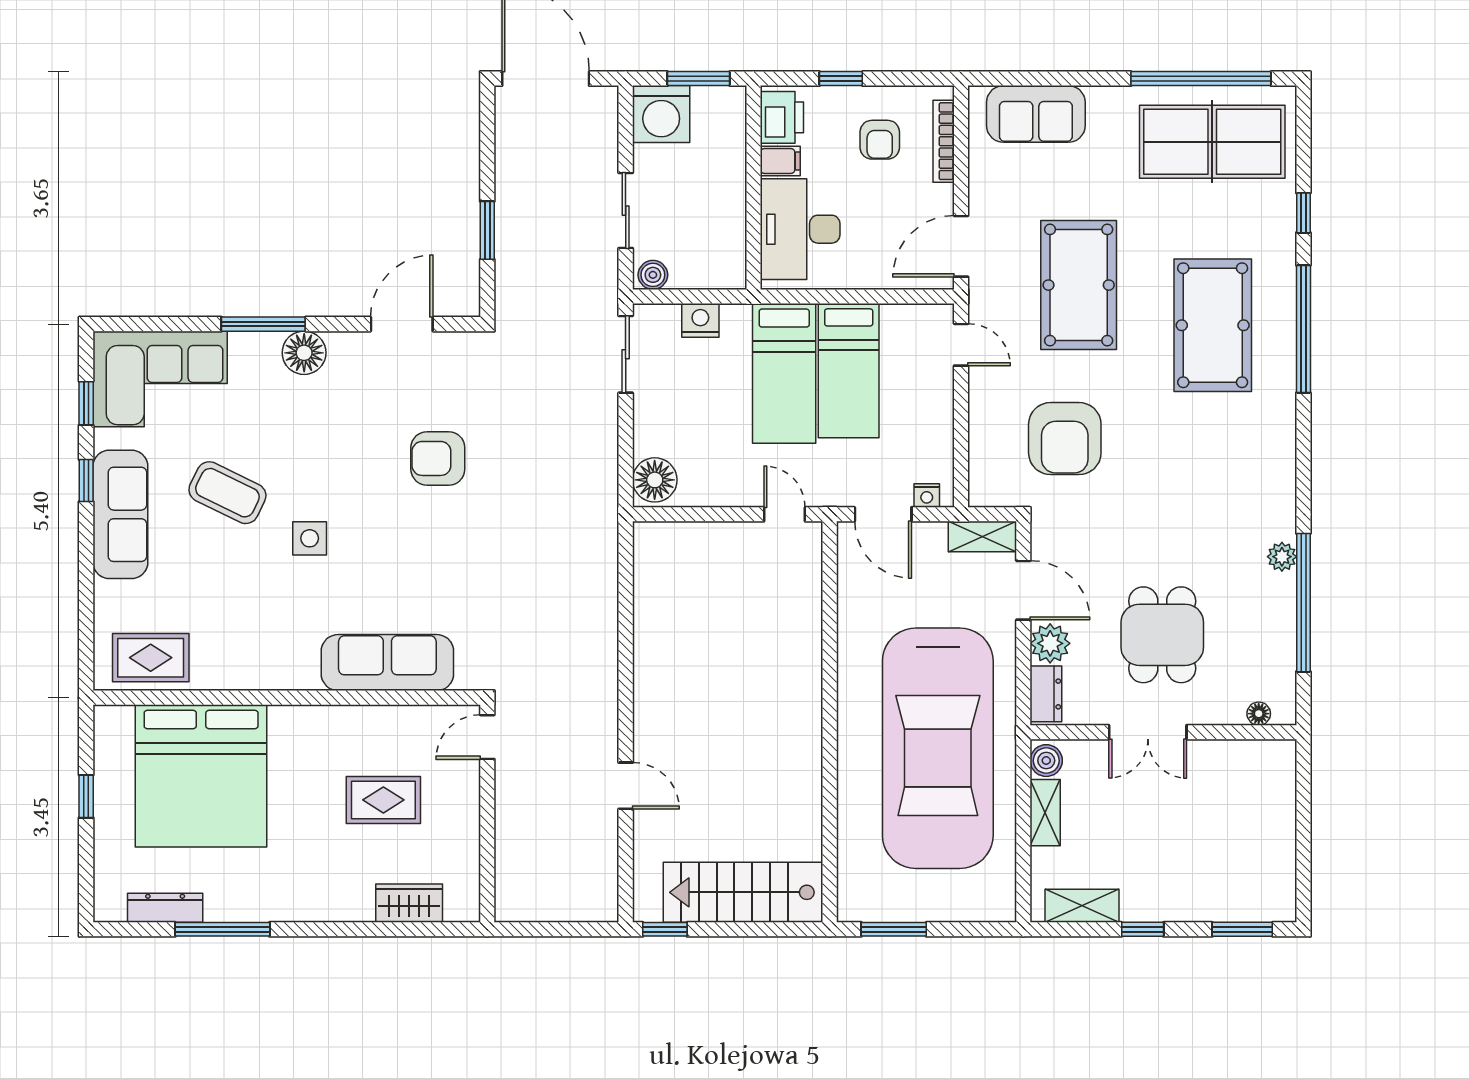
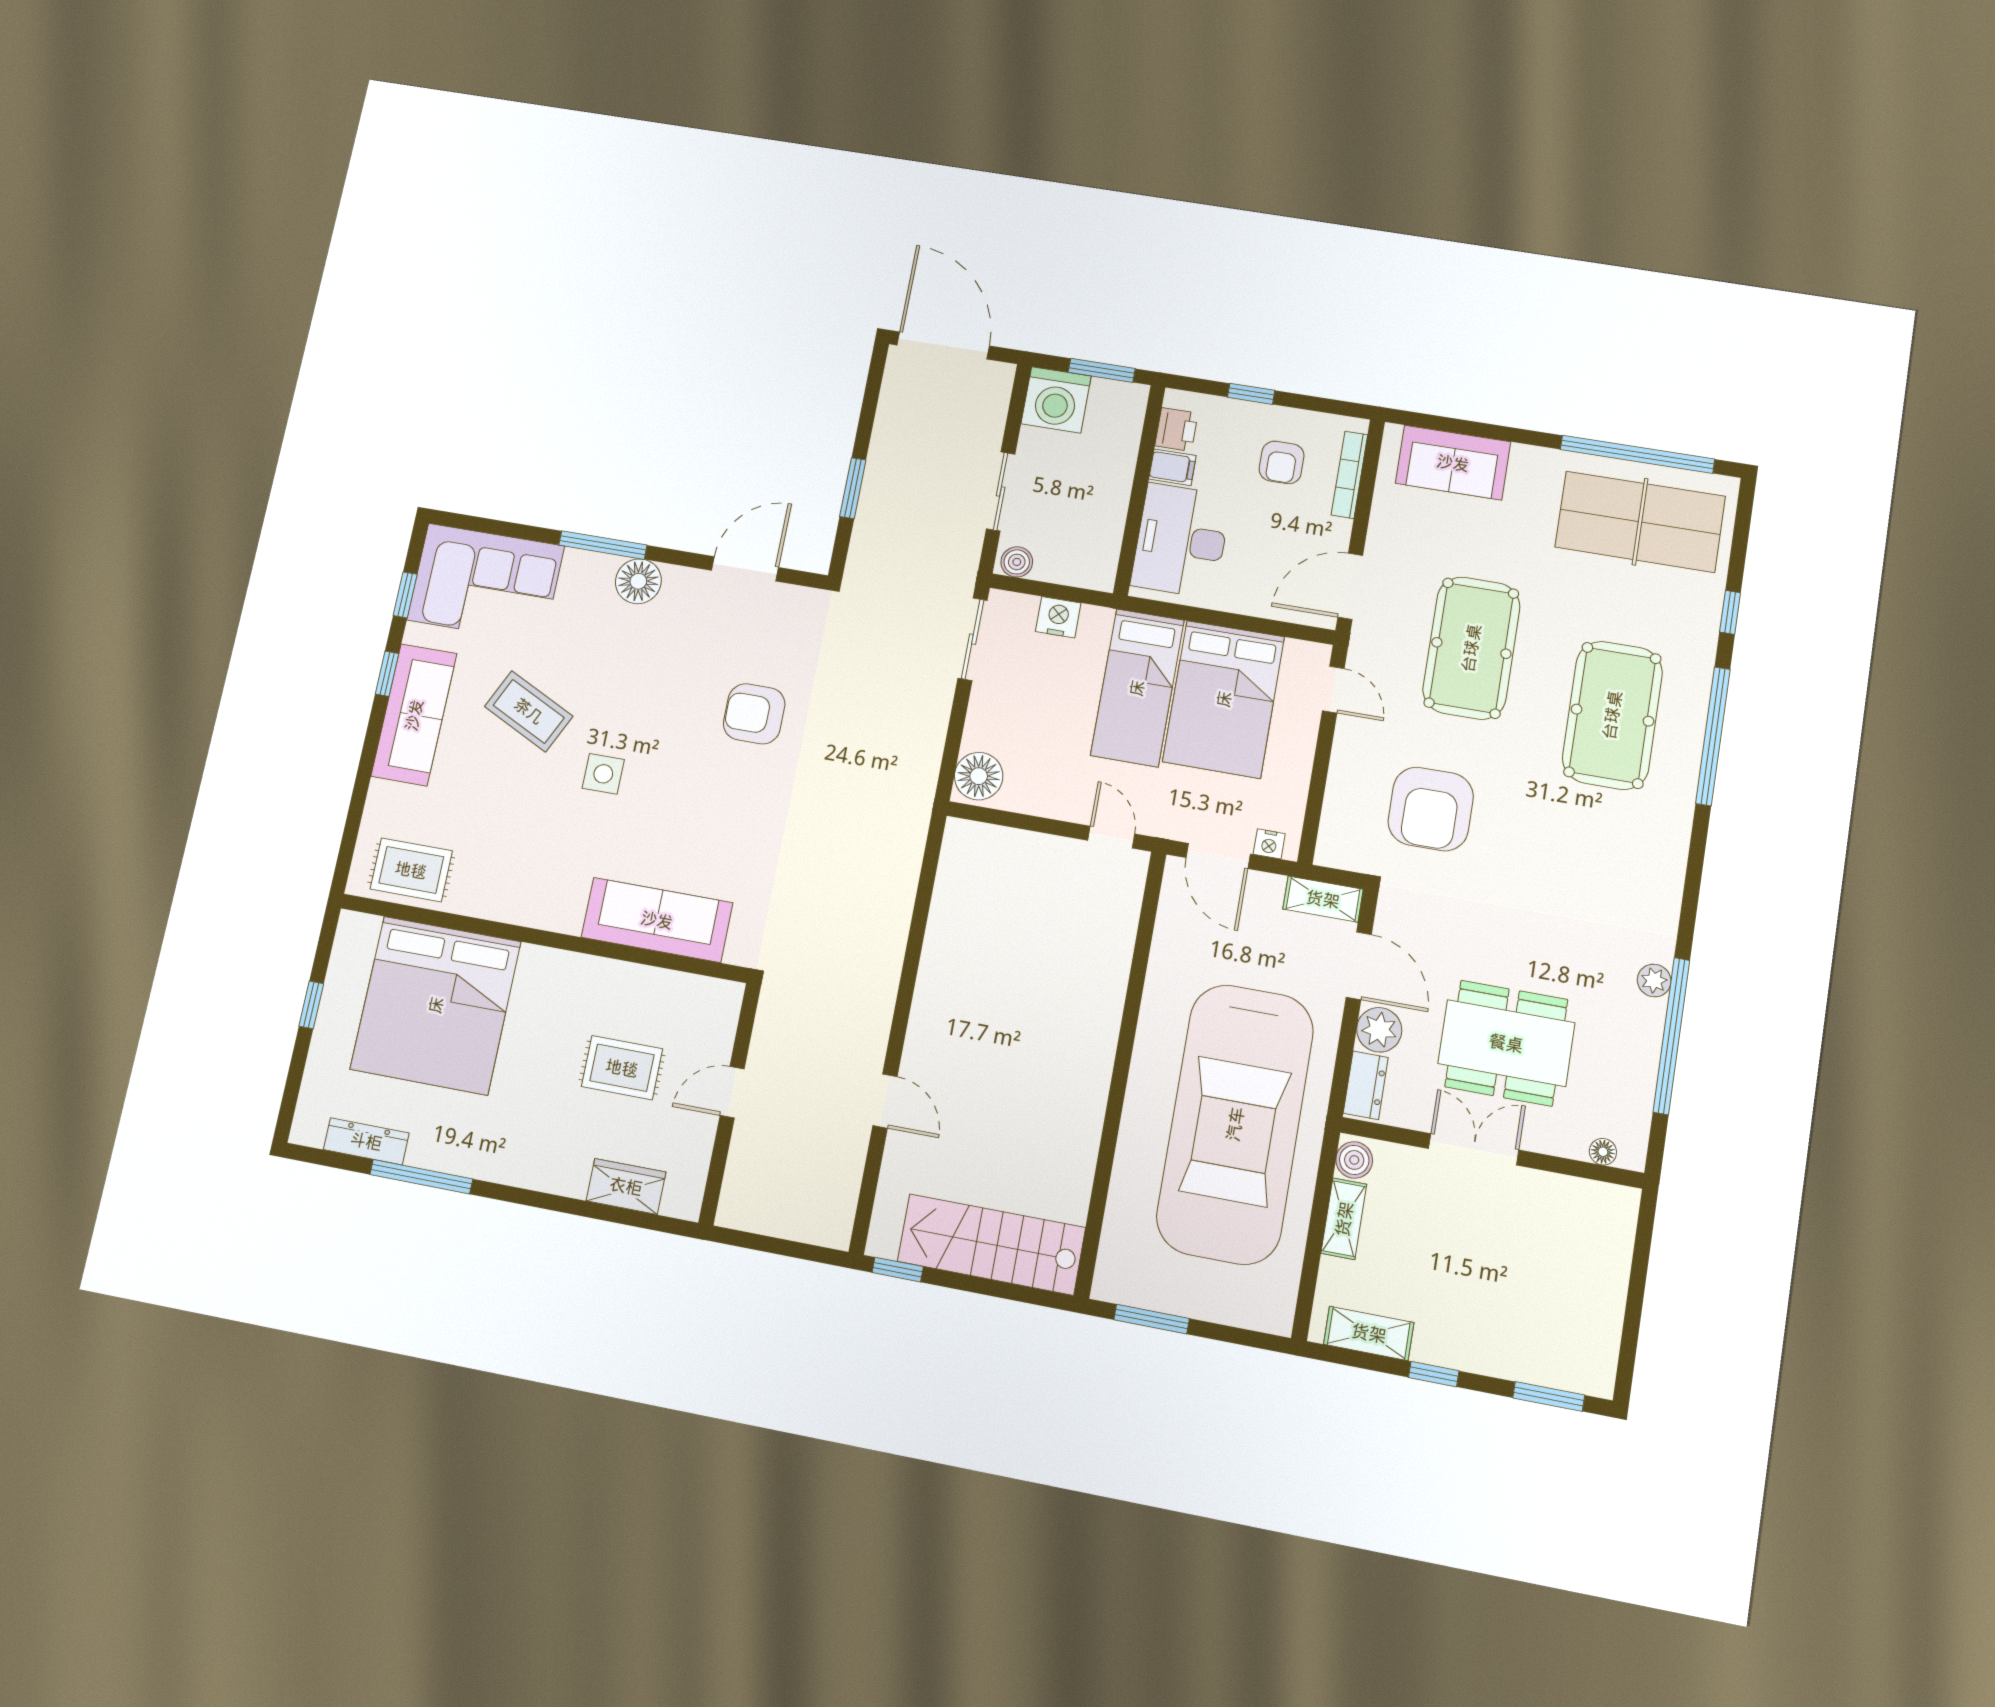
printer: (782, 117) -> (1176, 430), width x0.73, depth x0.81
bed: (849, 371) -> (1224, 699), width x1.50
dining table: (1162, 635) -> (1506, 1043), width x1.38
double door: (1148, 732) -> (1474, 1149), swing flipped
door: (487, 737) -> (732, 1092), moved

